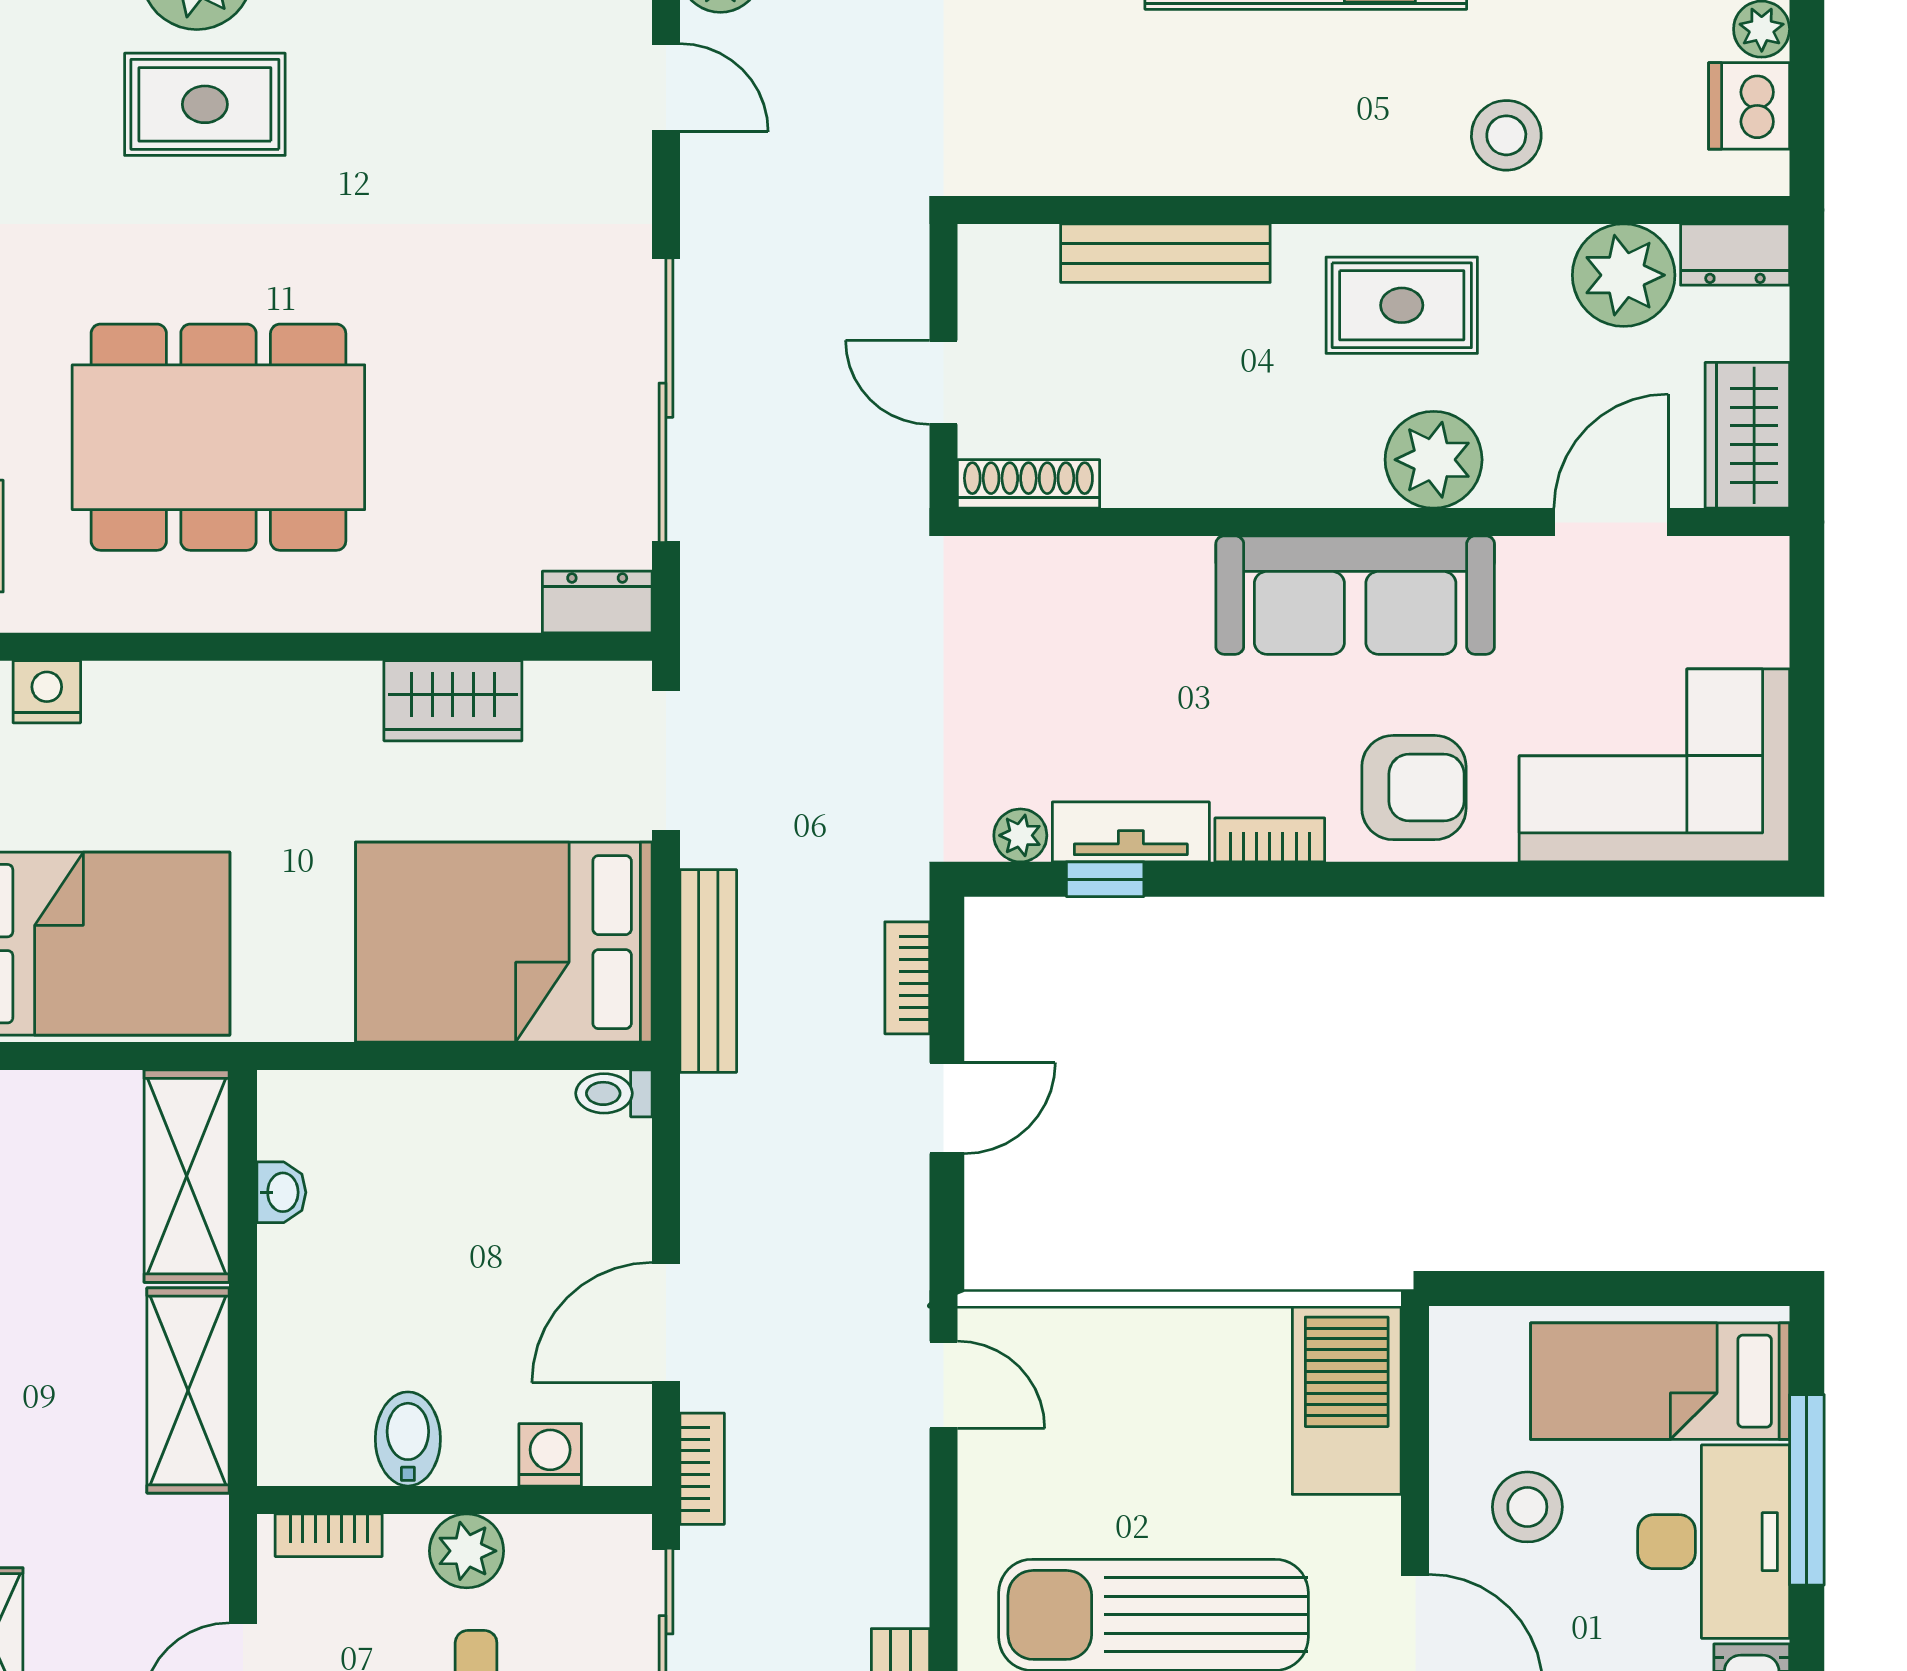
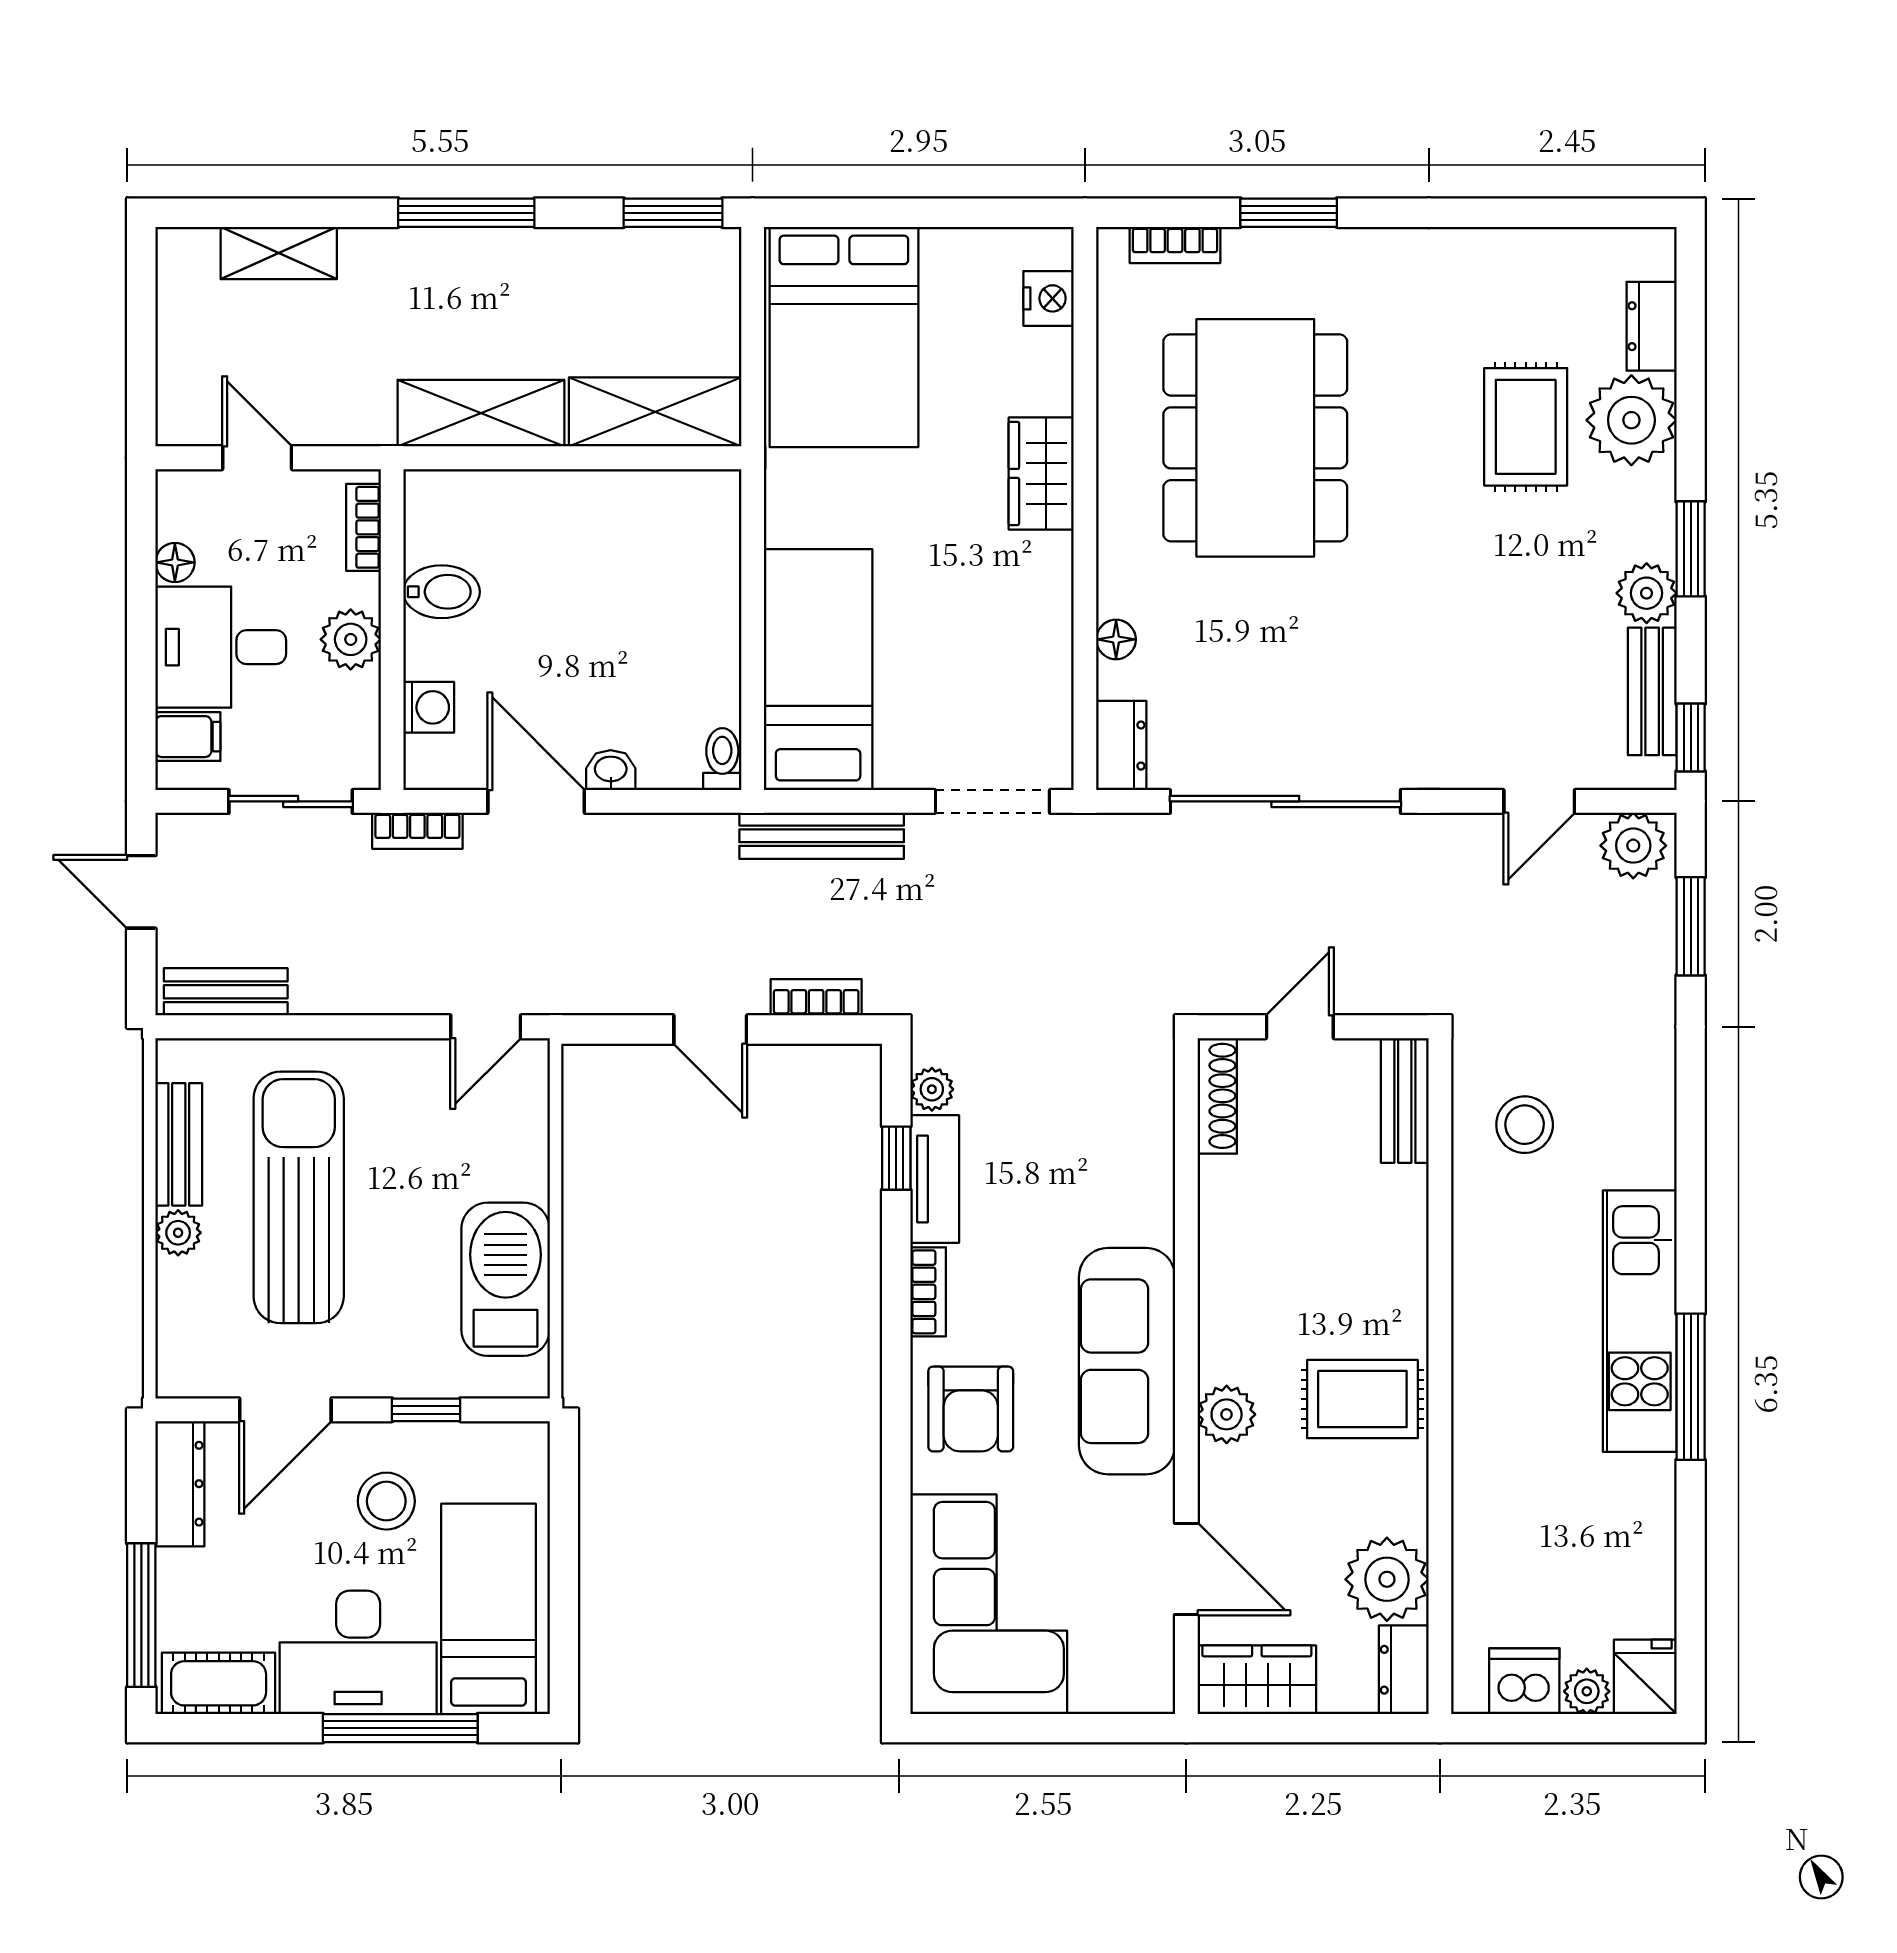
stool: (1506, 135) -> (1525, 1125), moved
bench: (1165, 253) -> (1405, 1100), moved, width x0.73
rug: (1402, 305) -> (1362, 1399), turned 90
plant: (1434, 460) -> (1227, 1414), width x0.73, depth x0.73
floor lamp: (467, 609) -> (1116, 639), added
wardrobe: (453, 701) -> (1041, 473), moved
bed: (504, 942) -> (818, 670), width x0.67
washbasin: (281, 1192) -> (611, 770), moved, turned 180
barbecue: (1347, 1400) -> (506, 1279), moved, turned -90
window: (1415, 1458) -> (426, 1410), added

